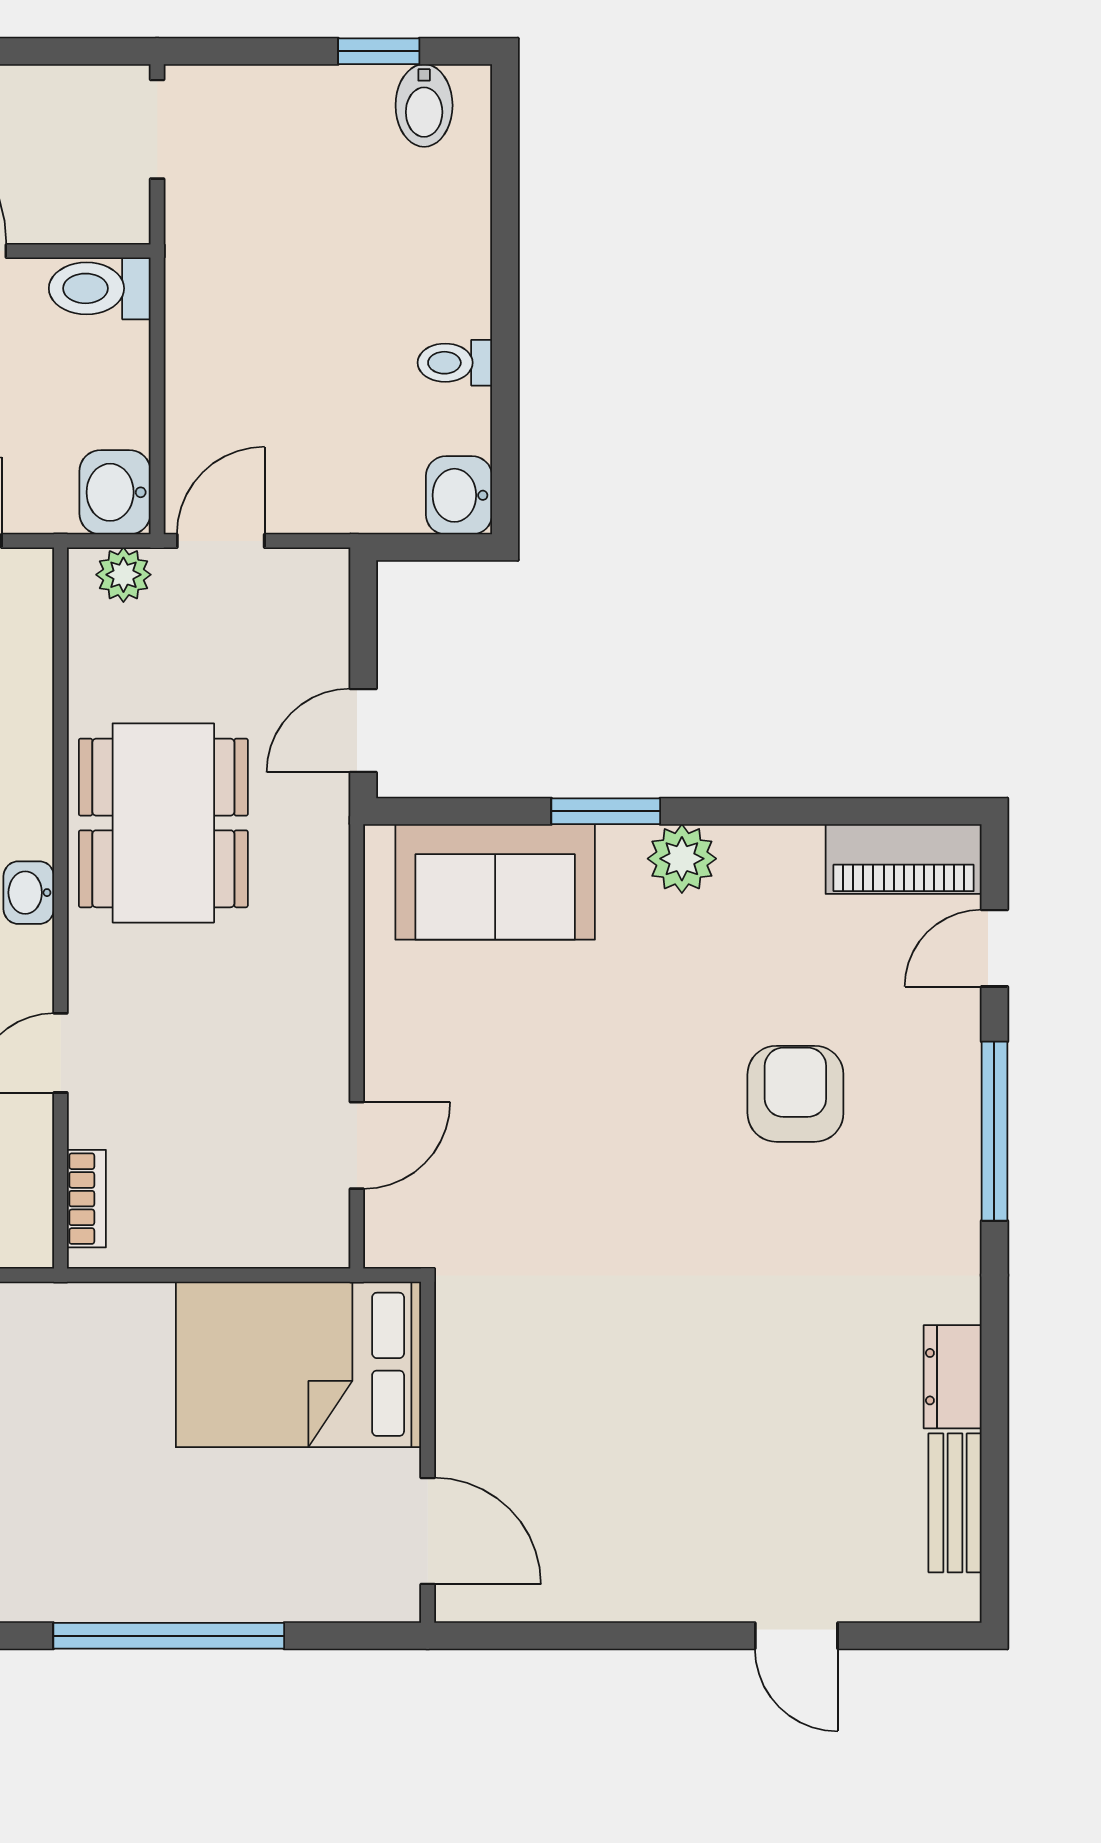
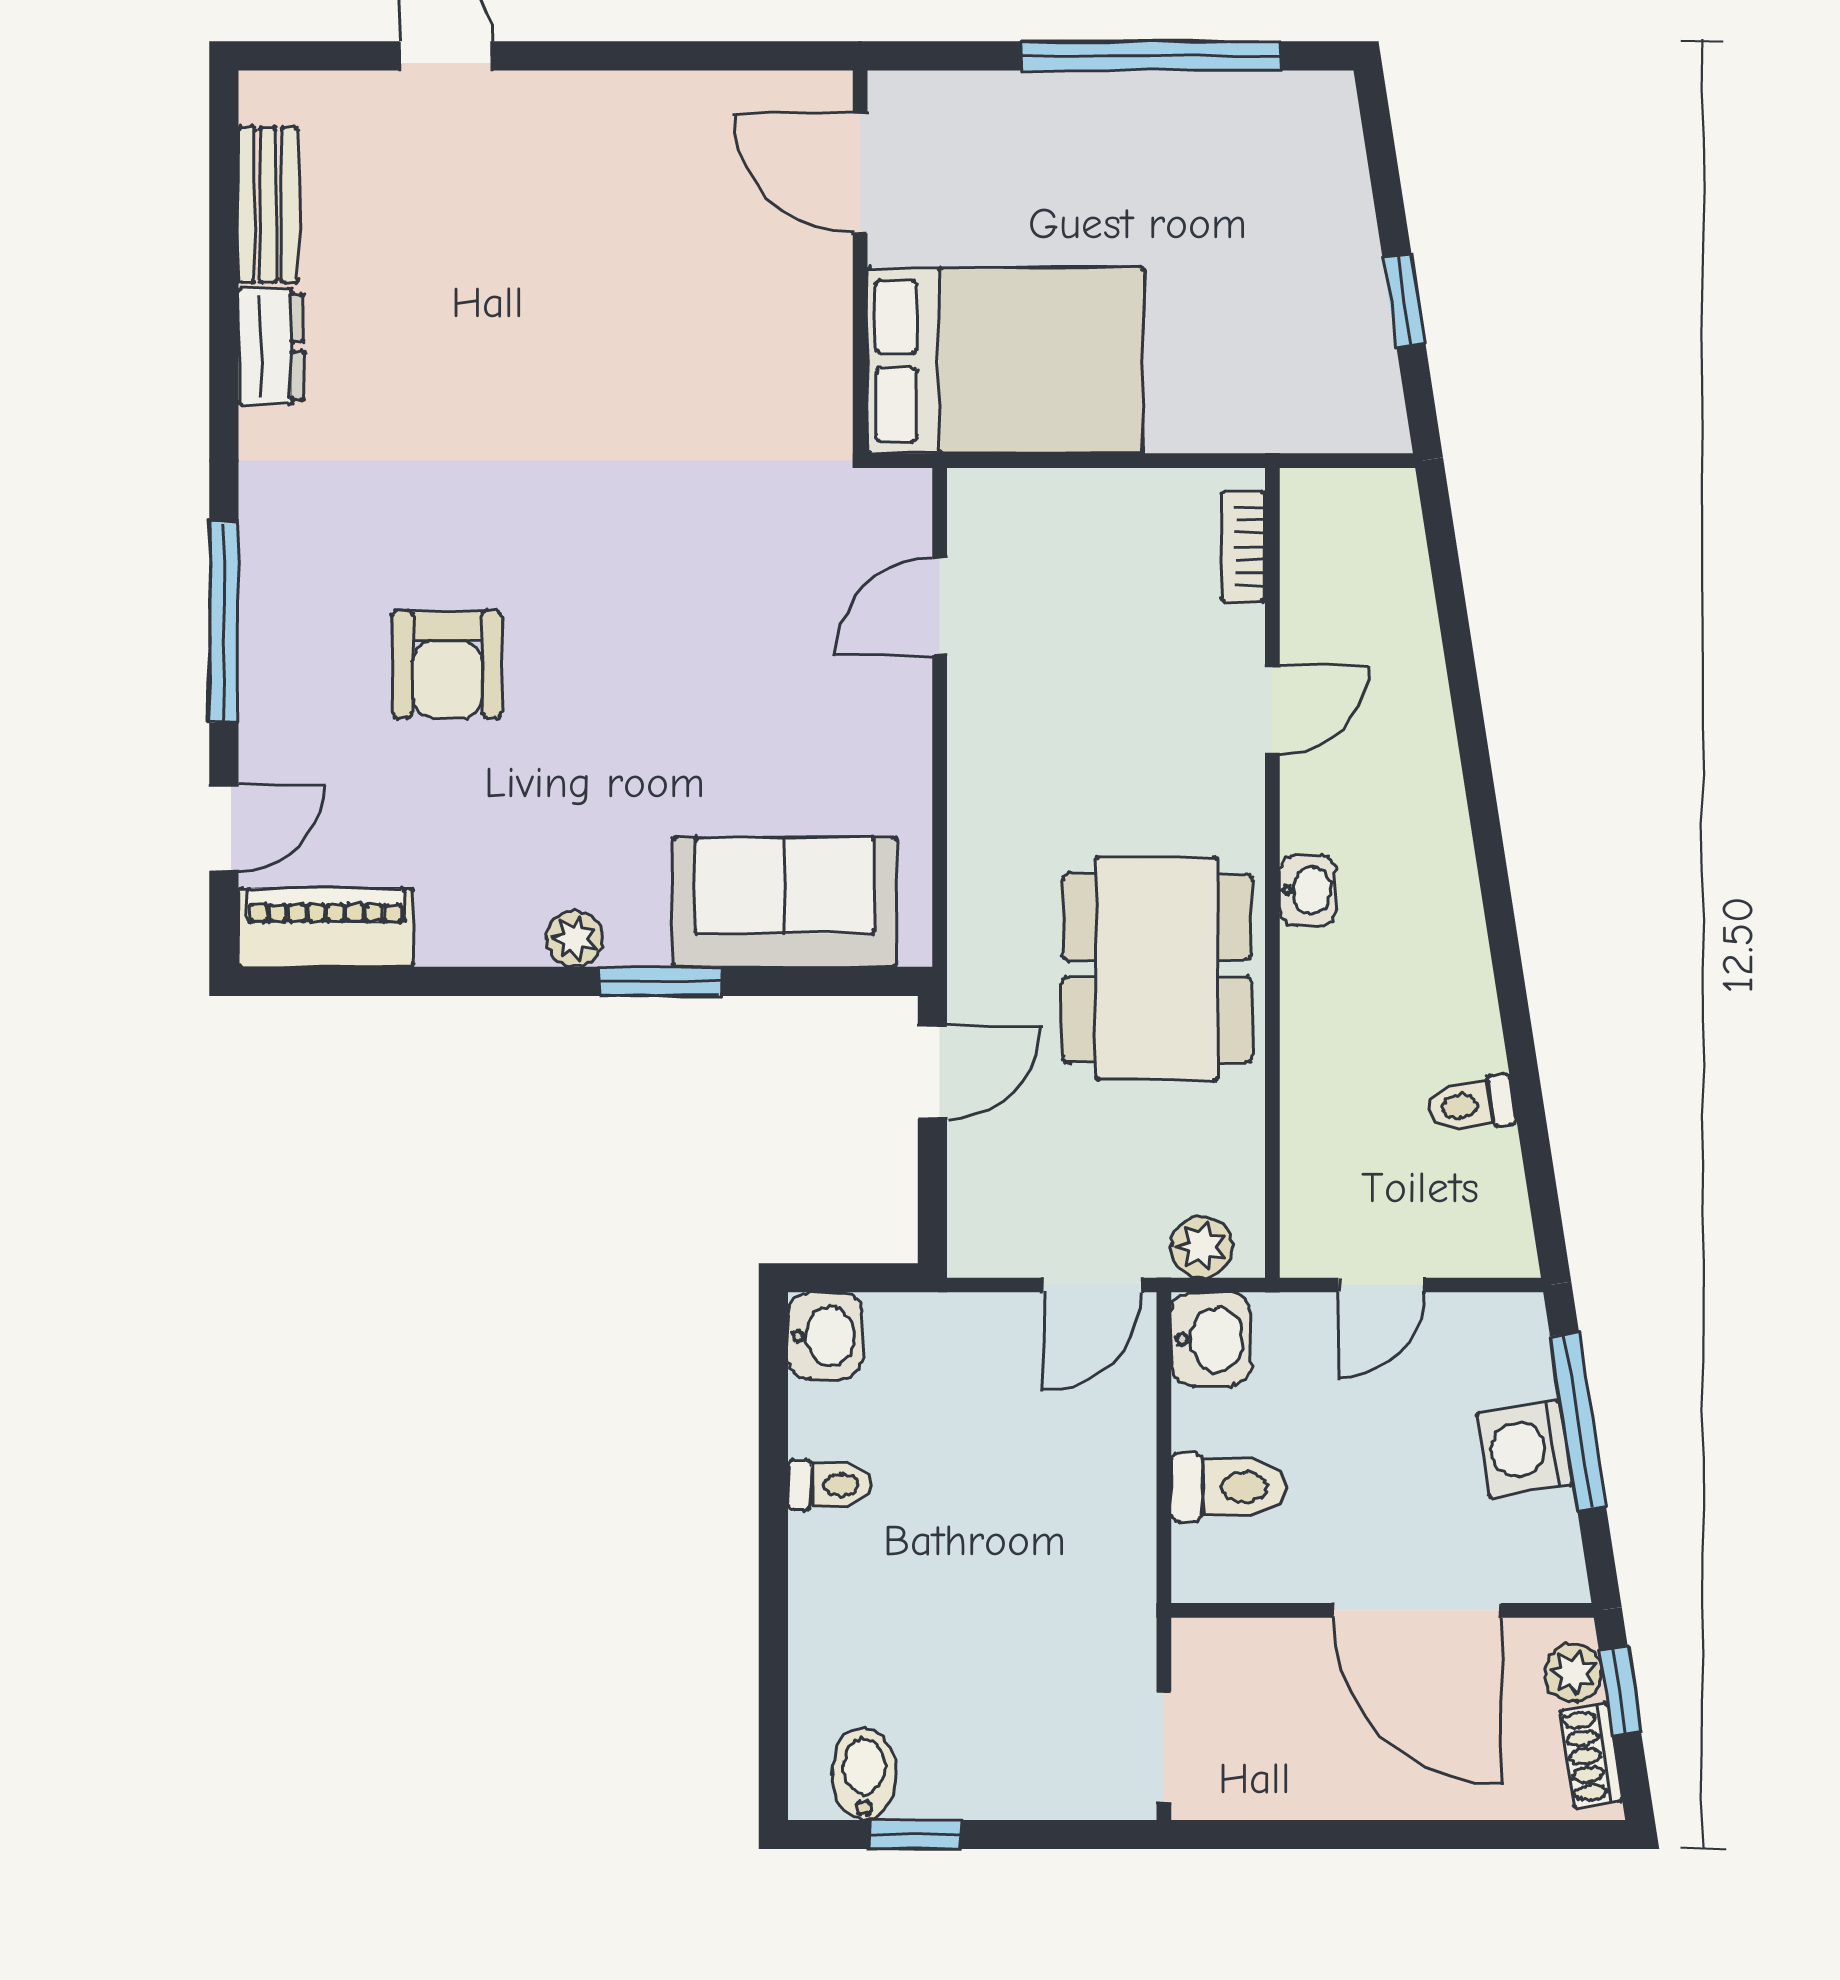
toilet: (100, 288) -> (1228, 1487), moved
plant: (682, 859) -> (575, 939), width x0.73, depth x0.73

